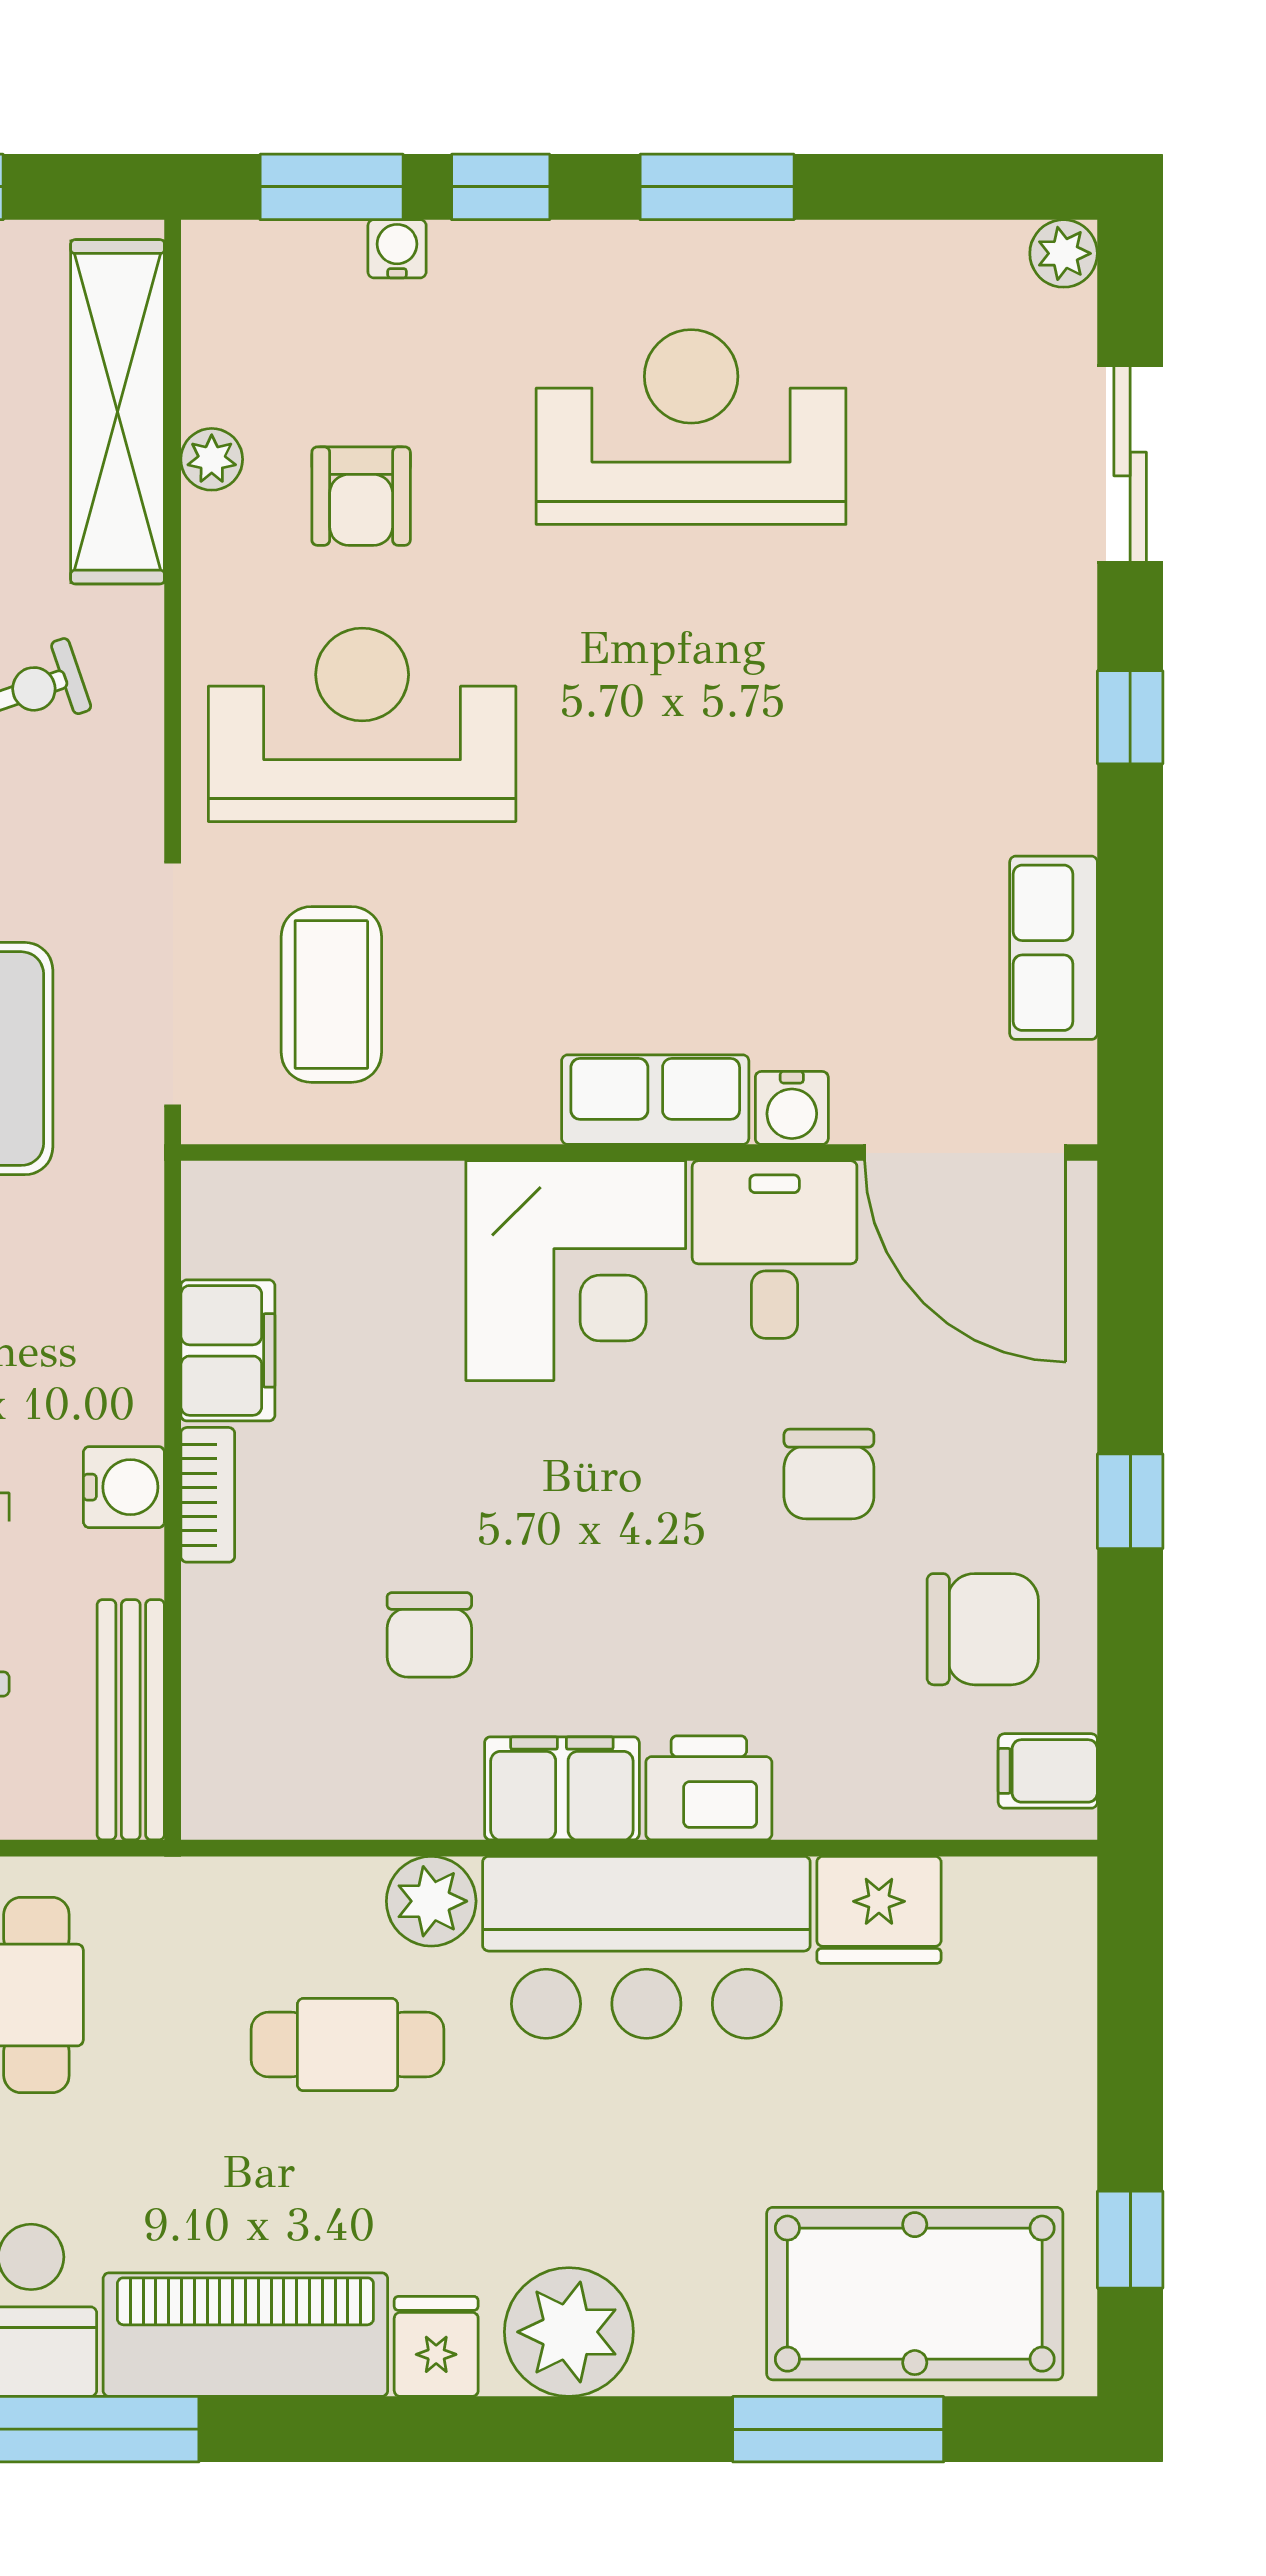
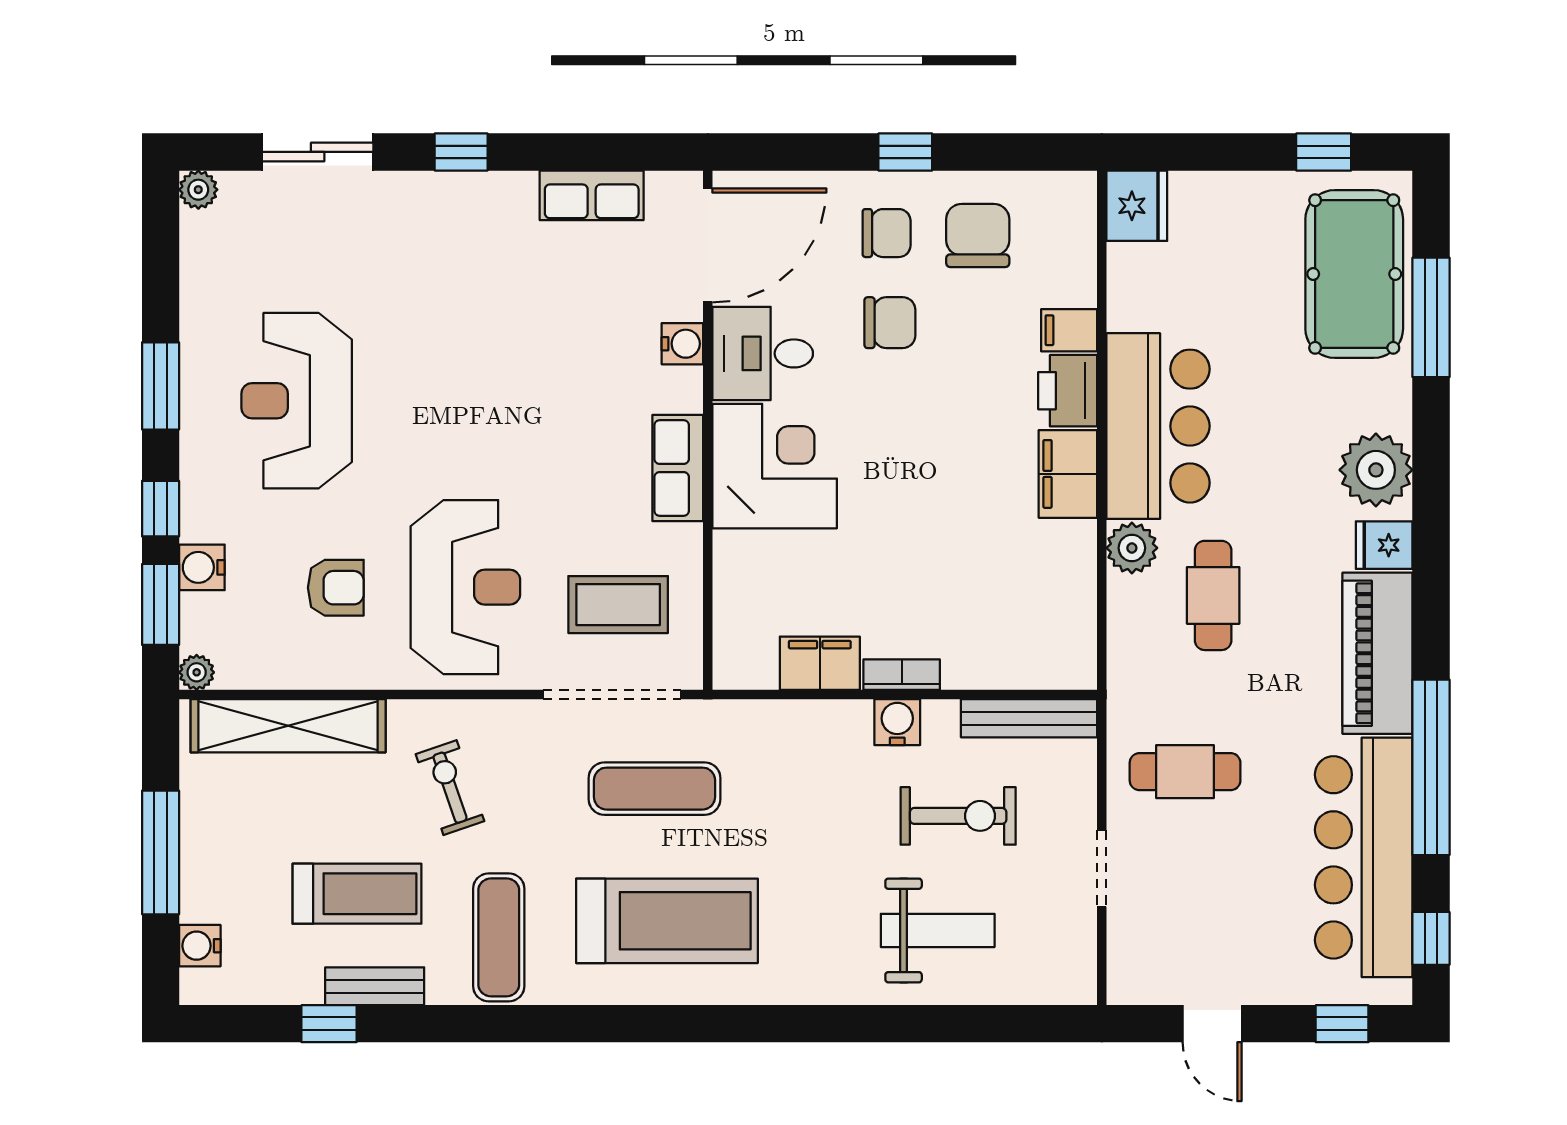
water cooler: (397, 249) -> (202, 567), width x1.38, depth x1.38
plant: (212, 459) -> (197, 672), moved
reception desk: (362, 725) -> (465, 587), turned 180
row of seats: (655, 1100) -> (678, 468), moved
chair: (429, 1635) -> (887, 233), moved
filing cabinet: (1048, 1771) -> (1069, 330), moved, turned 90
fridge: (879, 1910) -> (1137, 206), moved

